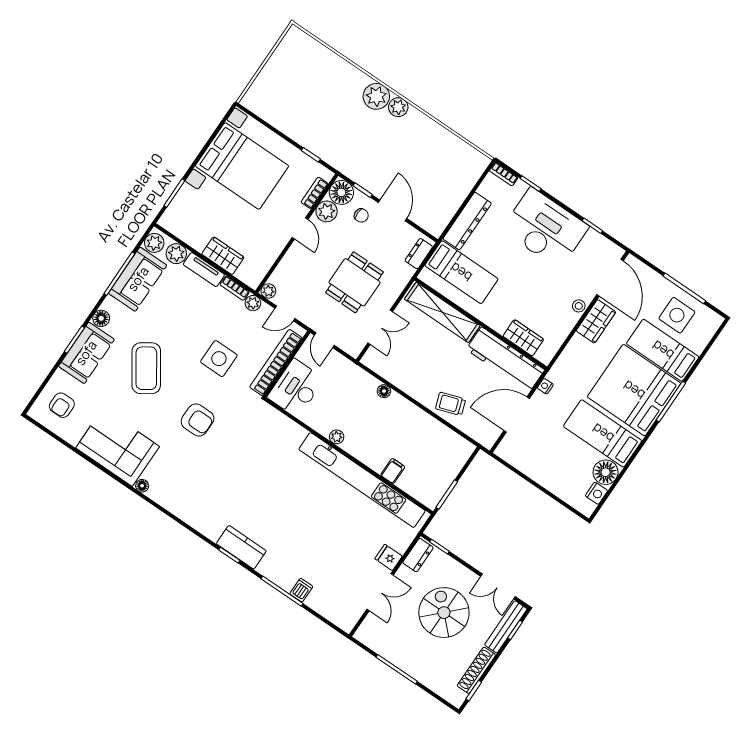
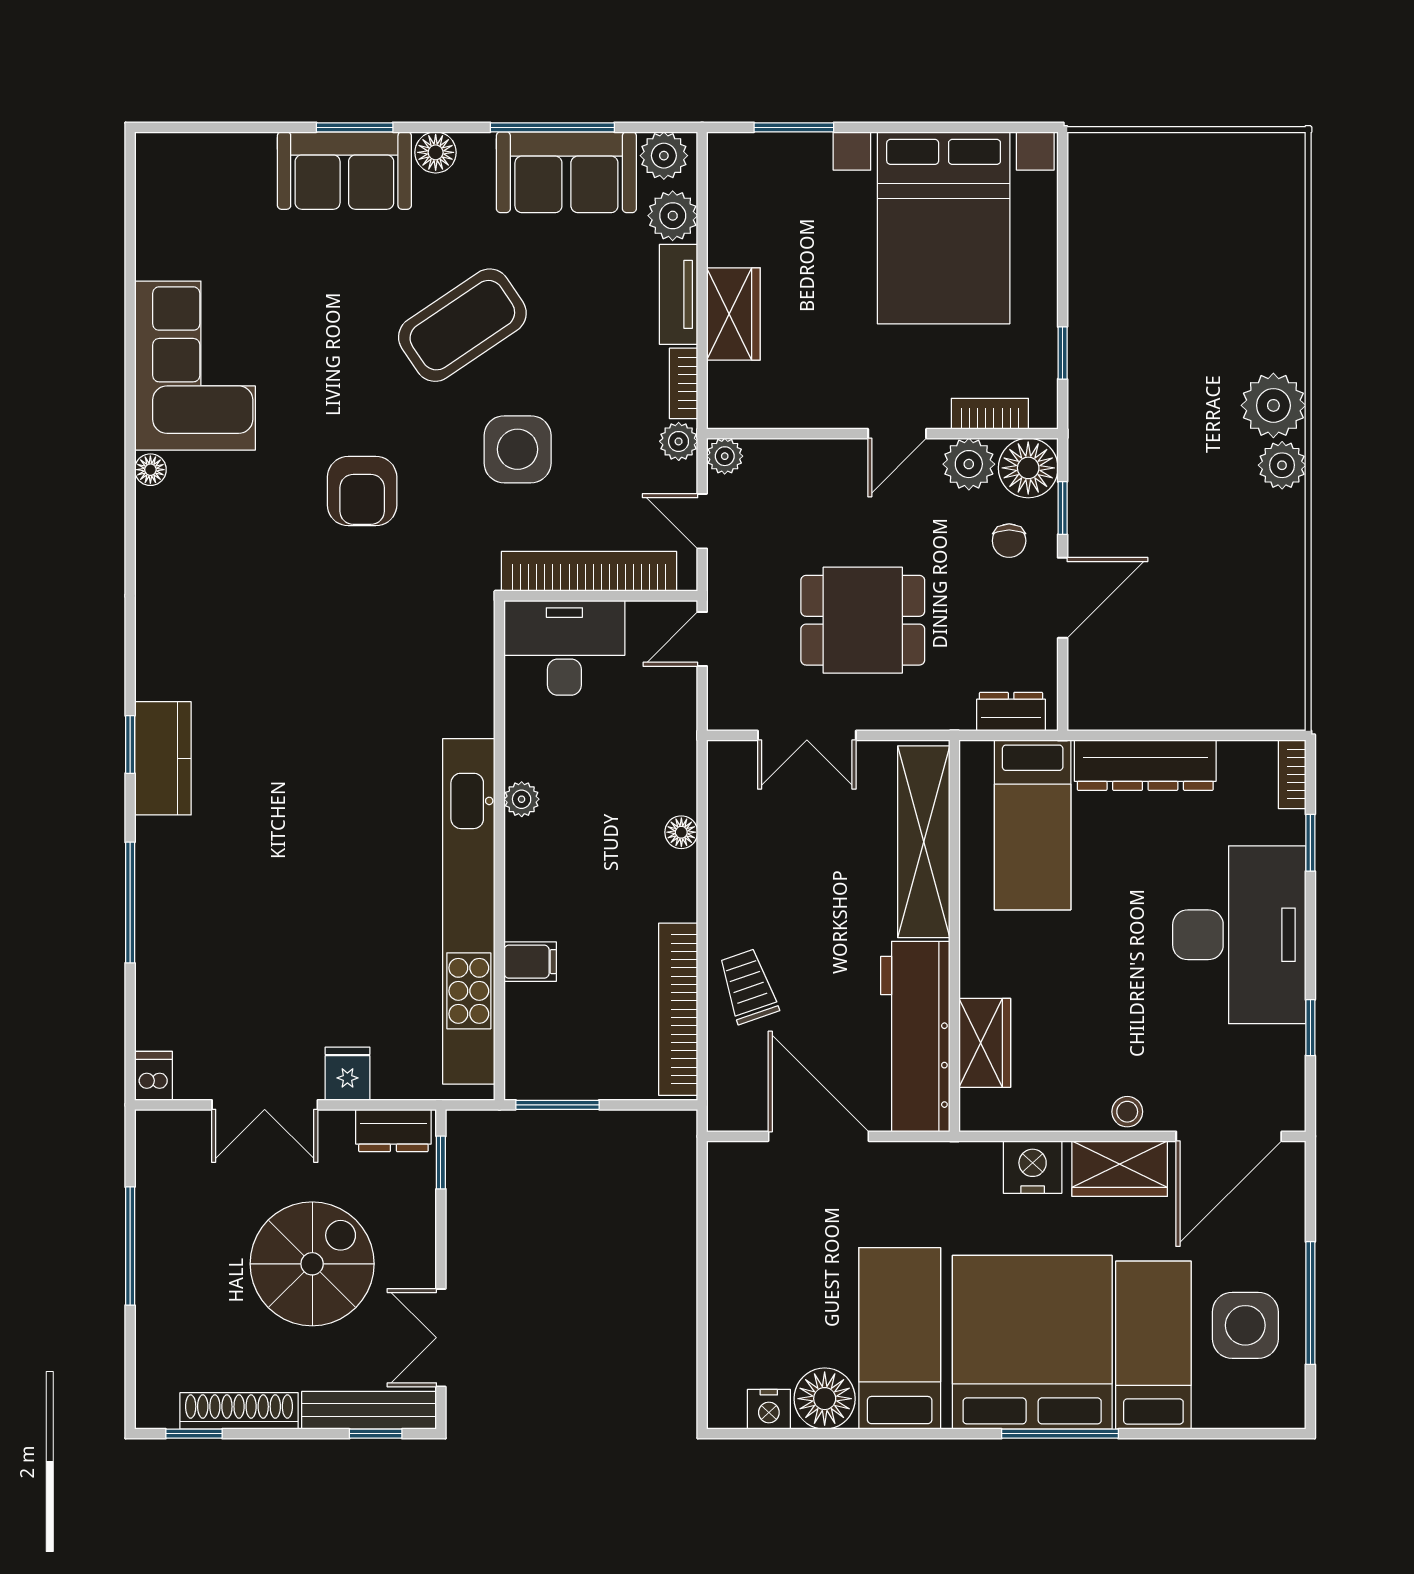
coffee table: (146, 368) -> (462, 325), moved
nightstand: (545, 386) -> (1033, 1167), moved, width x1.89, depth x1.79
armchair: (62, 405) -> (203, 193), removed
bookcase: (442, 432) -> (678, 1009), added
dishwasher: (301, 590) -> (154, 1076), moved, turned -90

